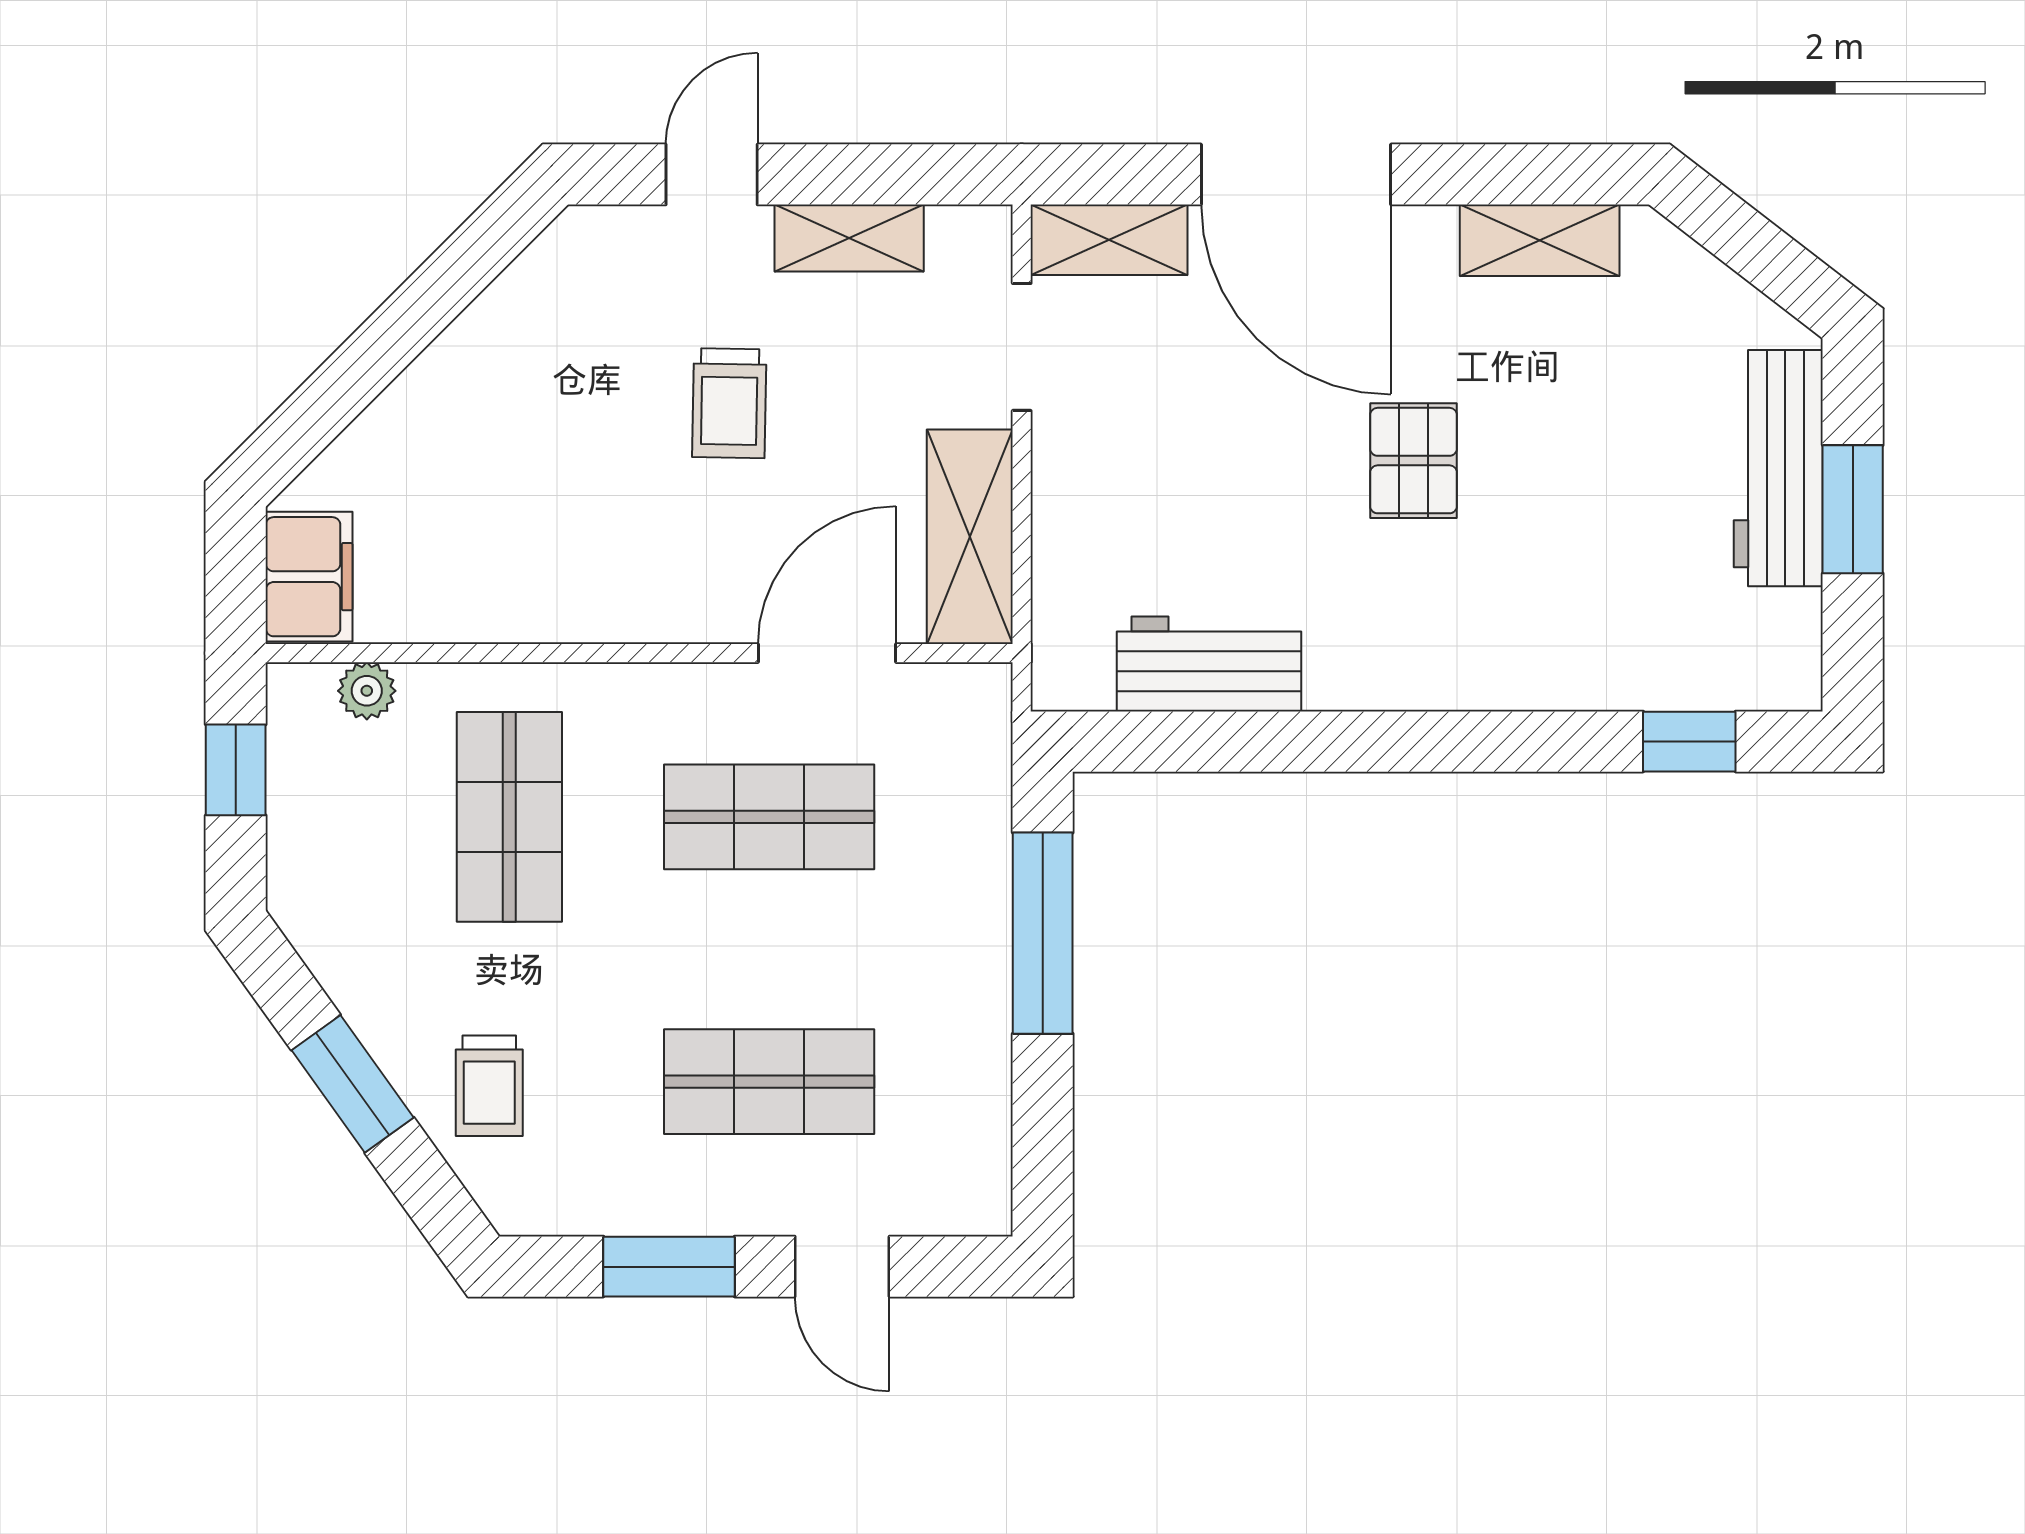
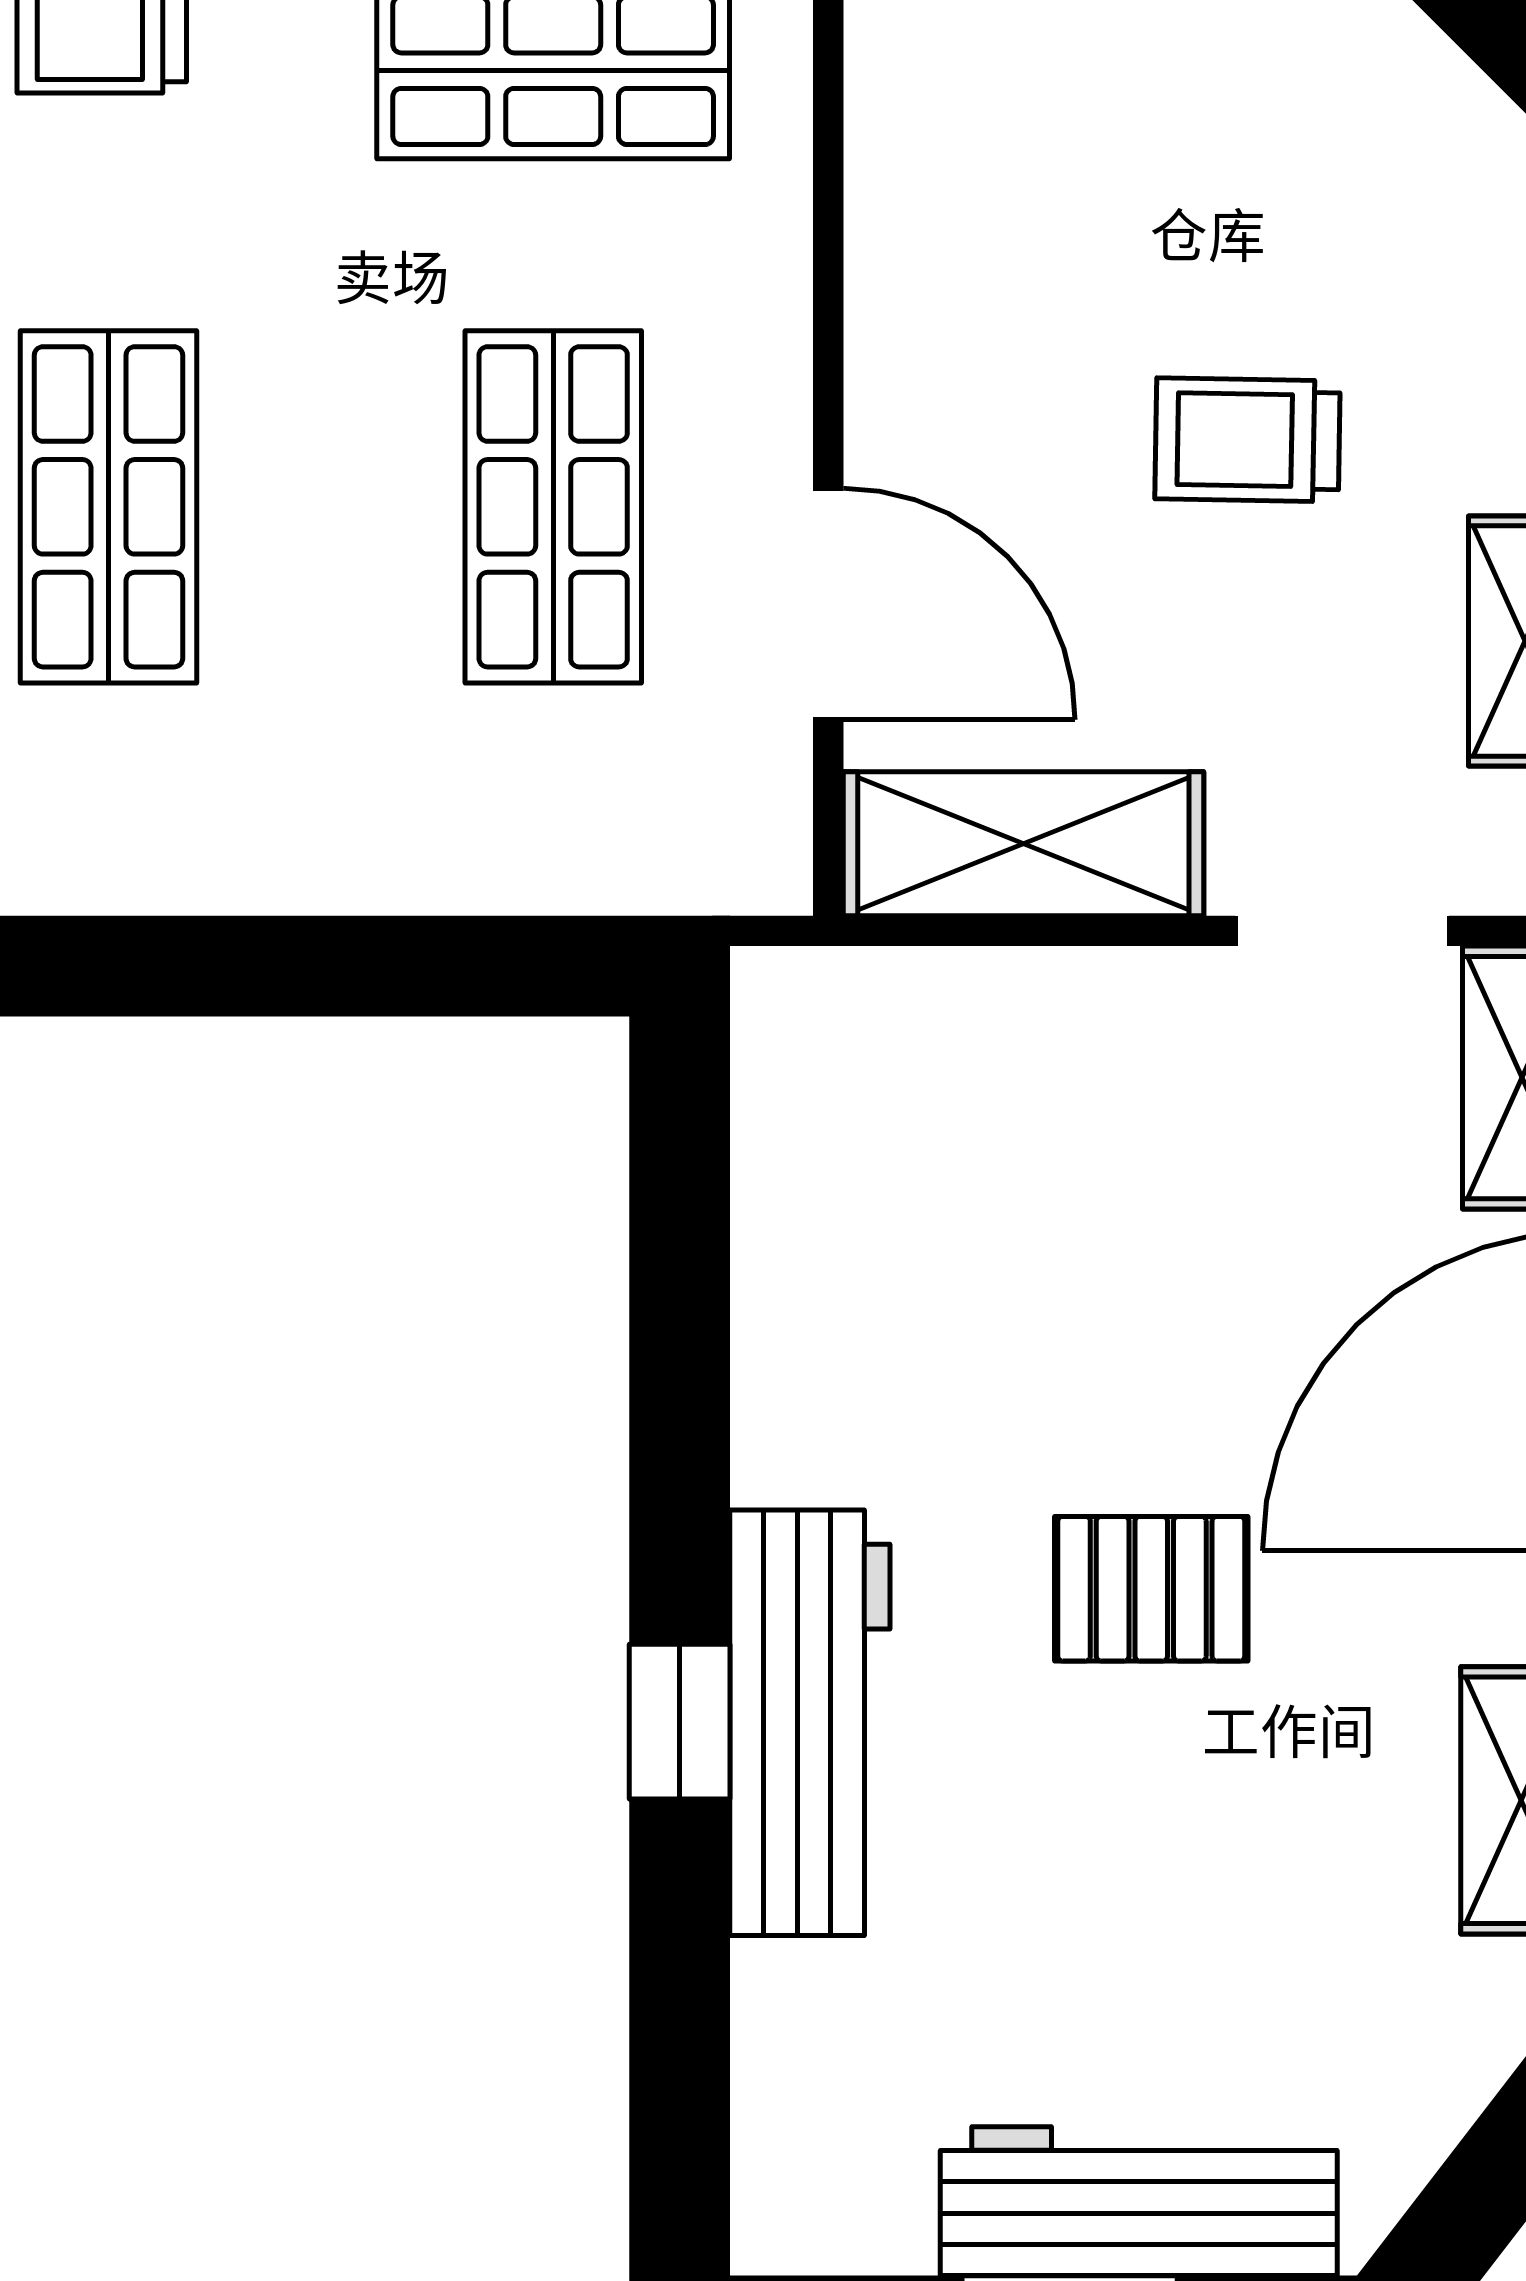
workbench: (1209, 664) -> (810, 1723), moved, width x1.38
window: (1689, 742) -> (680, 1722), moved
window: (1043, 933) -> (358, 966), removed

